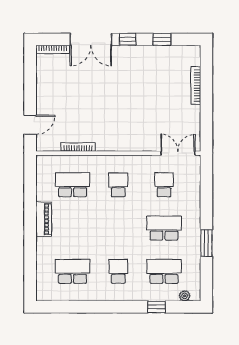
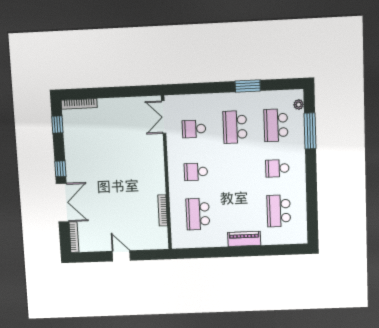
window: (162, 39) -> (57, 125), moved
bookcase: (196, 86) -> (79, 104), moved
door: (30, 125) -> (121, 256), moved
piano: (44, 219) -> (244, 239), moved
window: (156, 307) -> (310, 131), width x2.17

